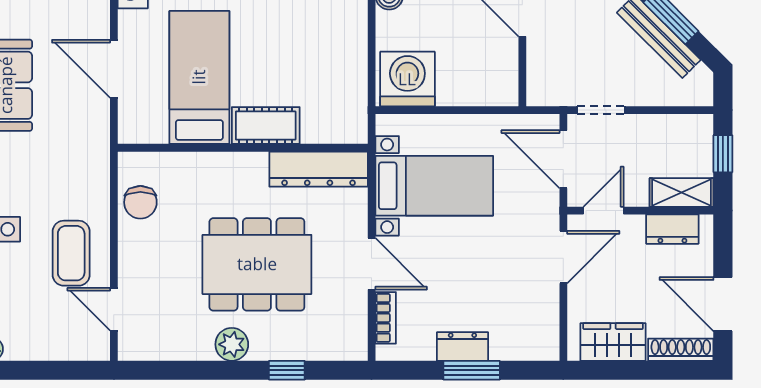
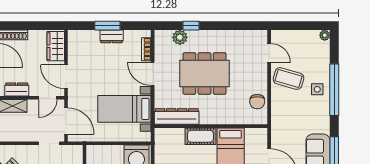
chair: (140, 202) -> (257, 102), turned 180
coffee table: (71, 253) -> (288, 79), turned -74
door: (563, 257) -> (66, 77), hinge flipped
wardrobe: (613, 342) -> (56, 46), moved, turned 90
plant: (232, 344) -> (180, 37), moved

